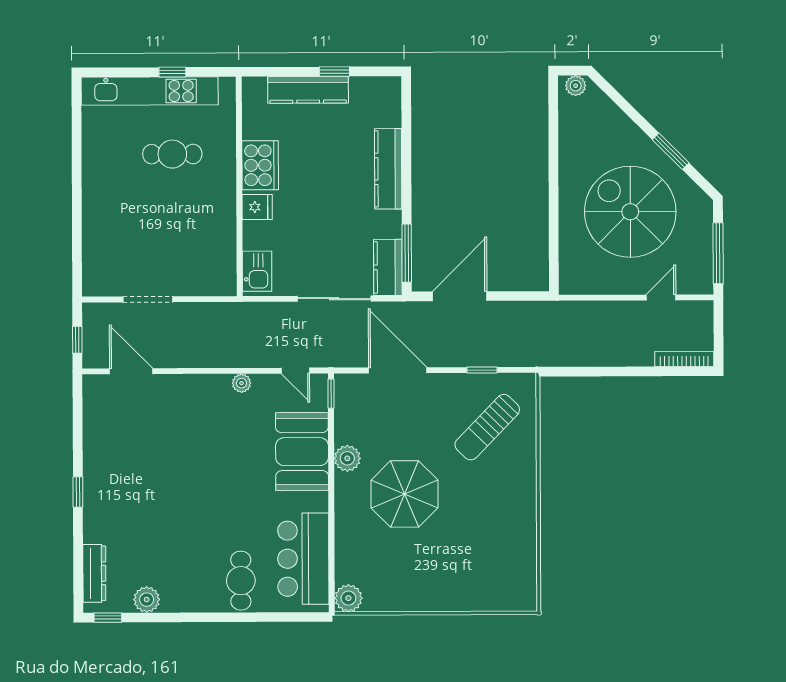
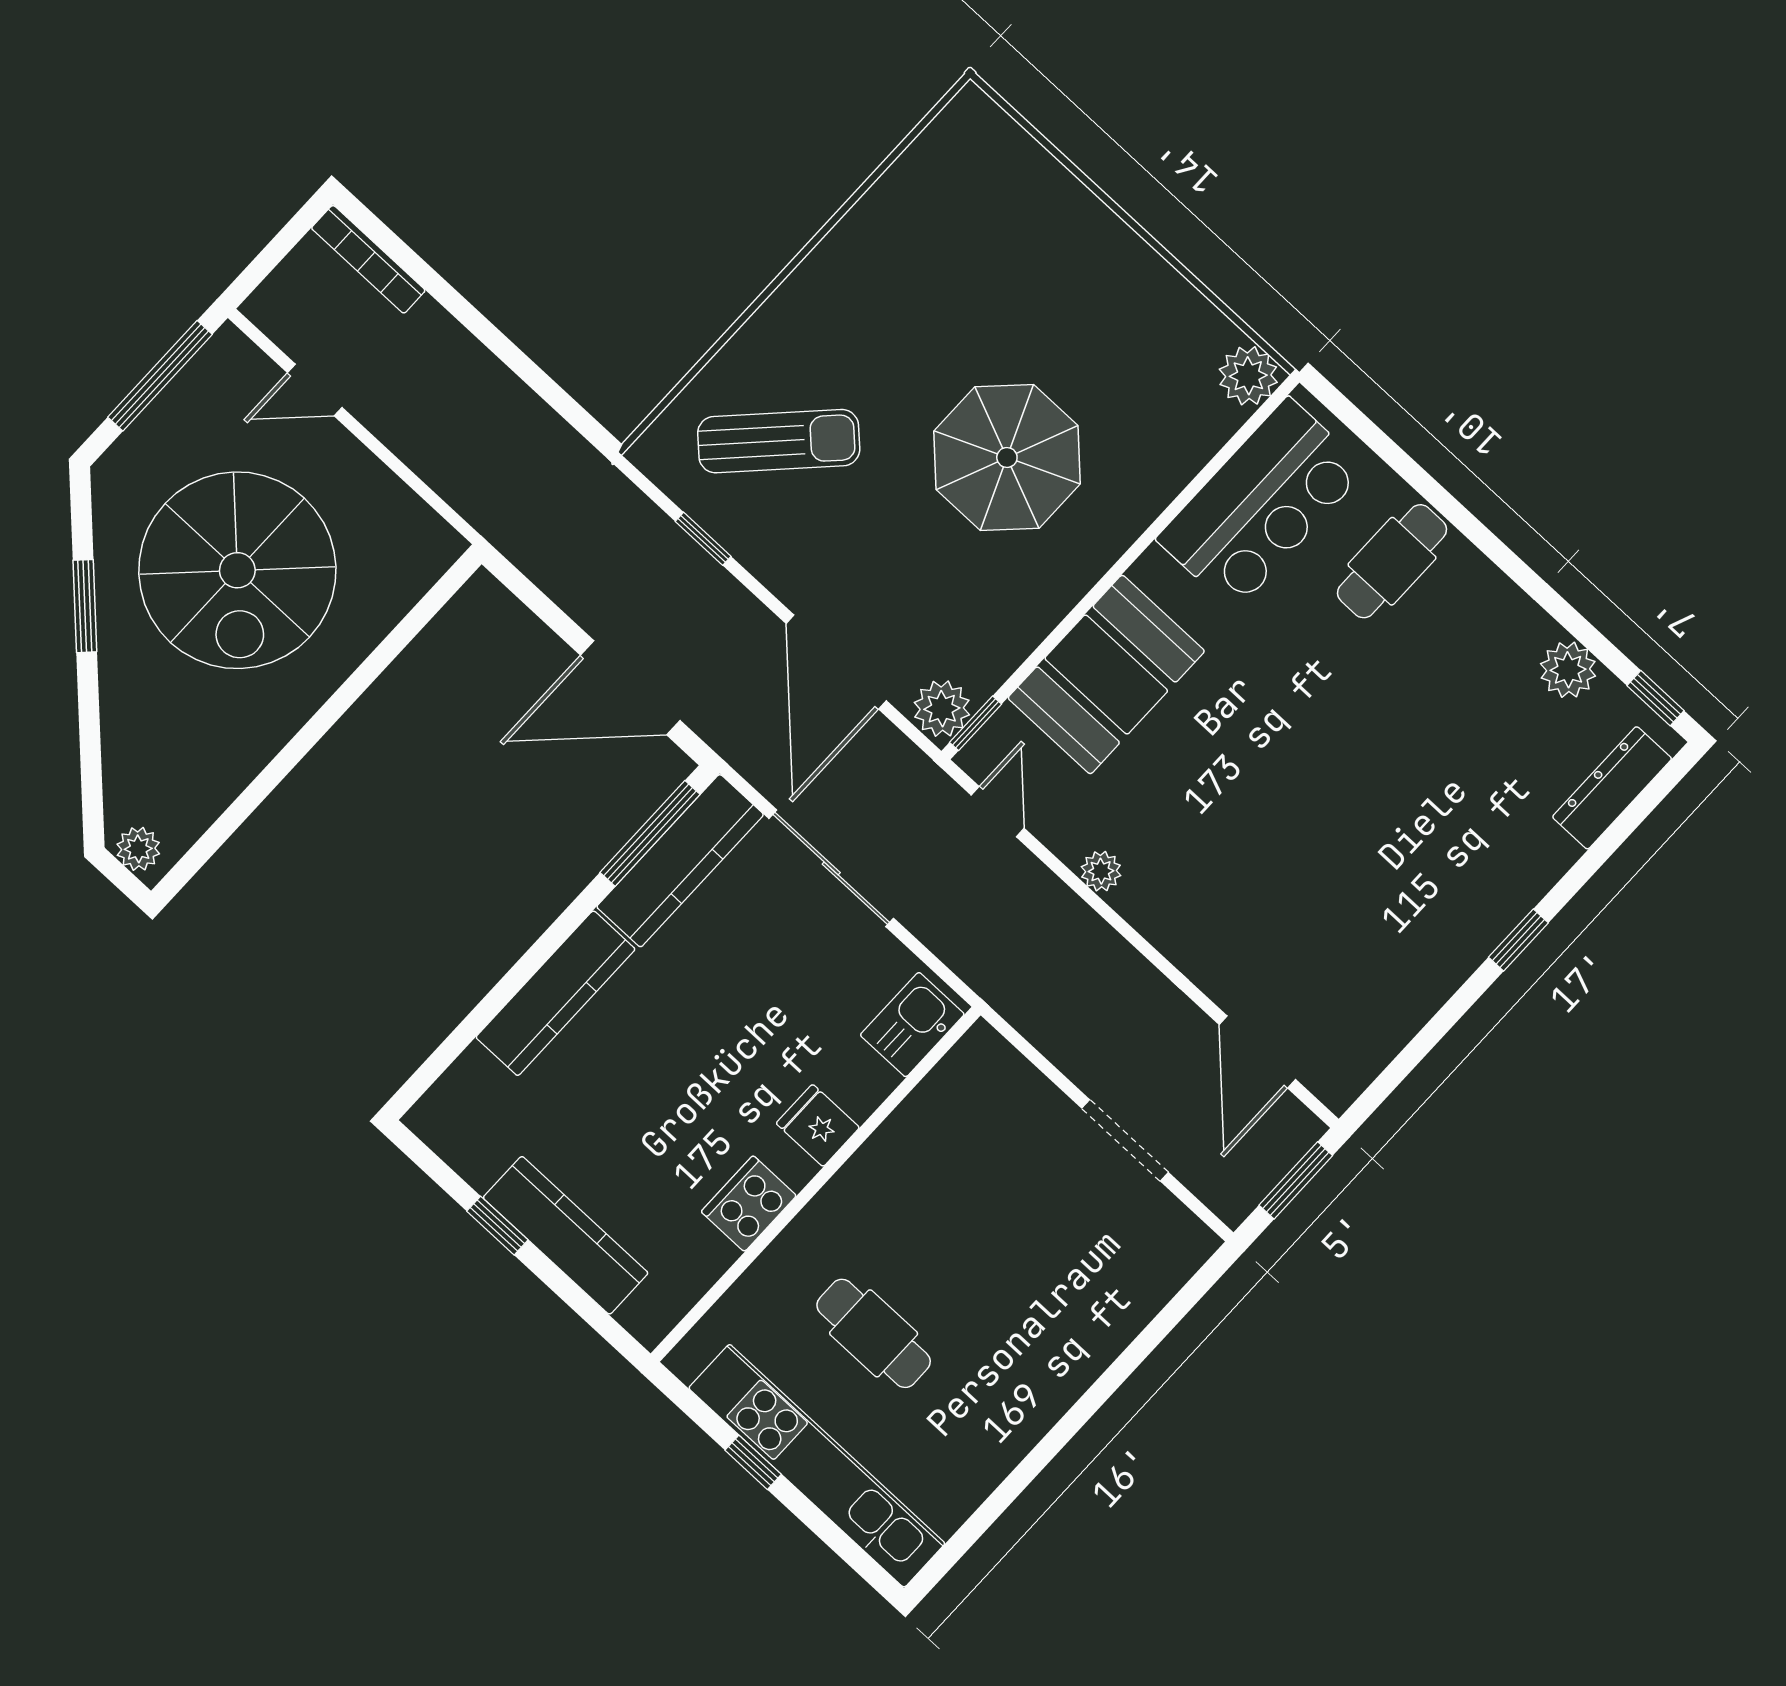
cooker: (260, 165) -> (749, 1204), width x0.73, depth x0.76
kitchen counter: (388, 267) -> (680, 861), width x1.50
window: (77, 340) -> (1296, 1180), width x1.50
plant: (347, 458) -> (942, 709), moved

